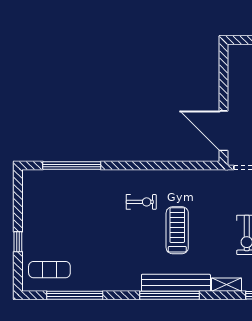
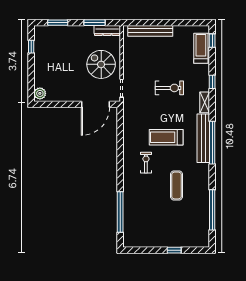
plant: (239, 52) -> (40, 93), added
exercise mat: (49, 270) -> (176, 185), moved

